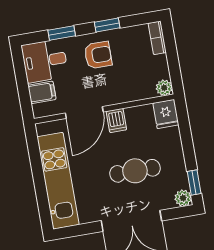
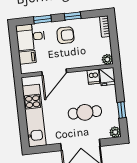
dishwasher: (116, 121) -> (93, 77), moved
window: (194, 182) -> (122, 110), moved

